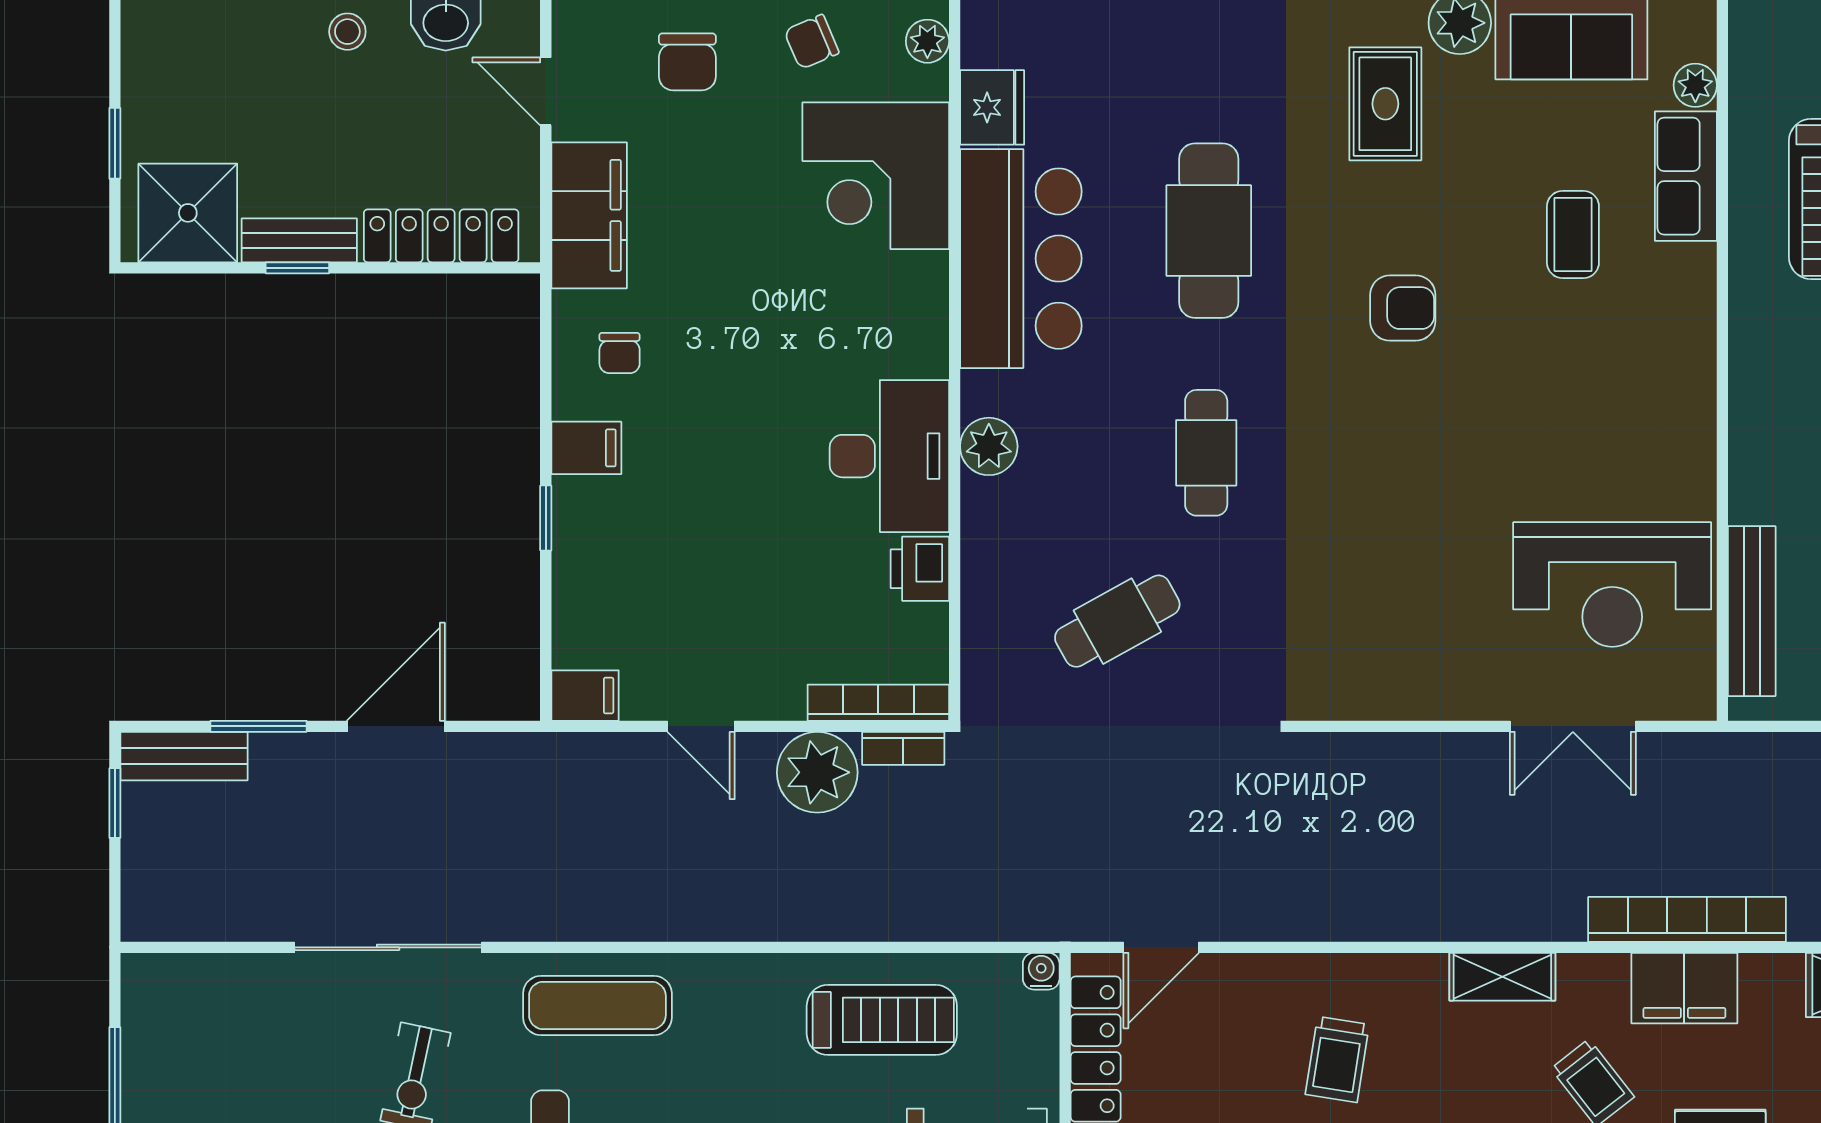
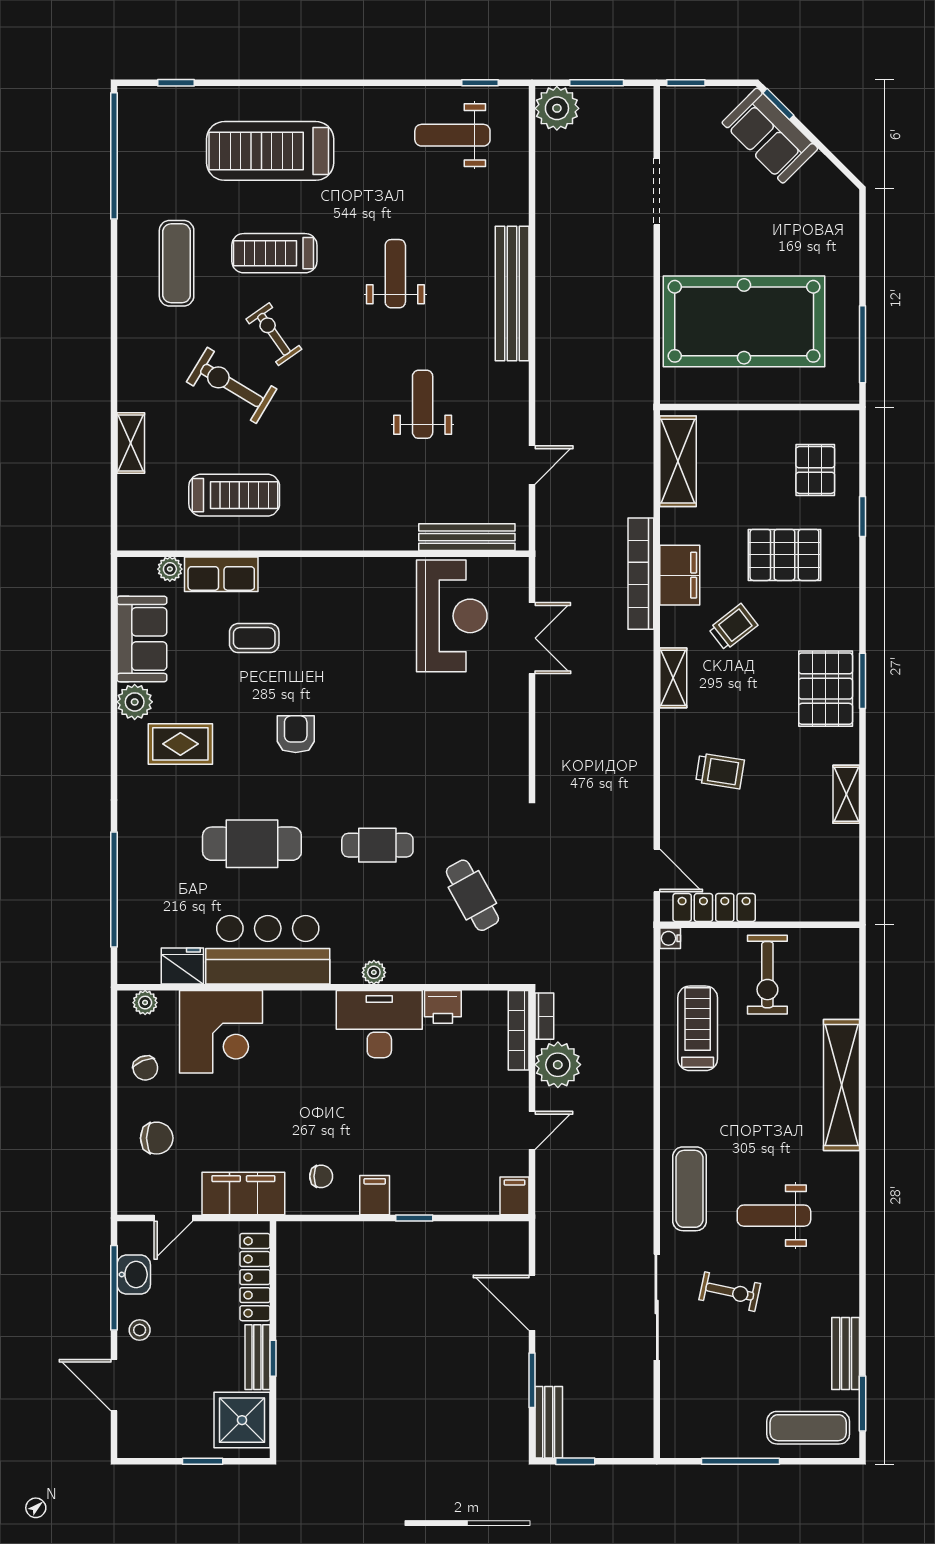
plant: (989, 446) -> (374, 972), width x0.73, depth x0.73

